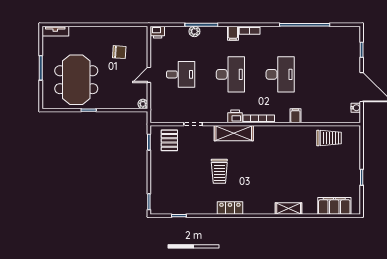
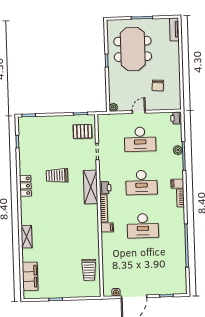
desk: (181, 74) -> (140, 139), width x1.37
door: (149, 75) -> (139, 112), hinge flipped
meeting table: (76, 80) -> (133, 49), turned 90
filing cabinet: (295, 116) -> (107, 227), moved

